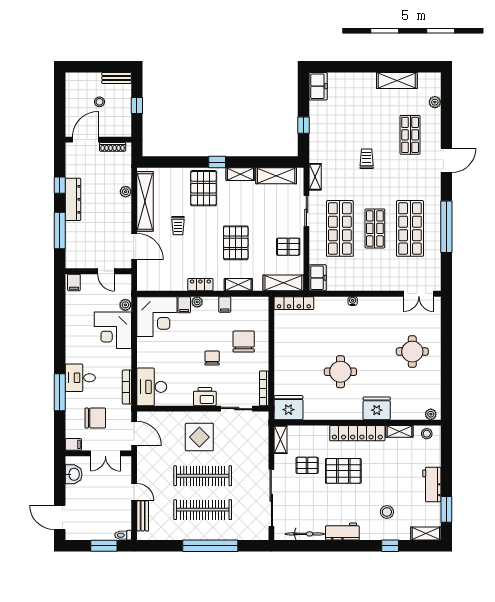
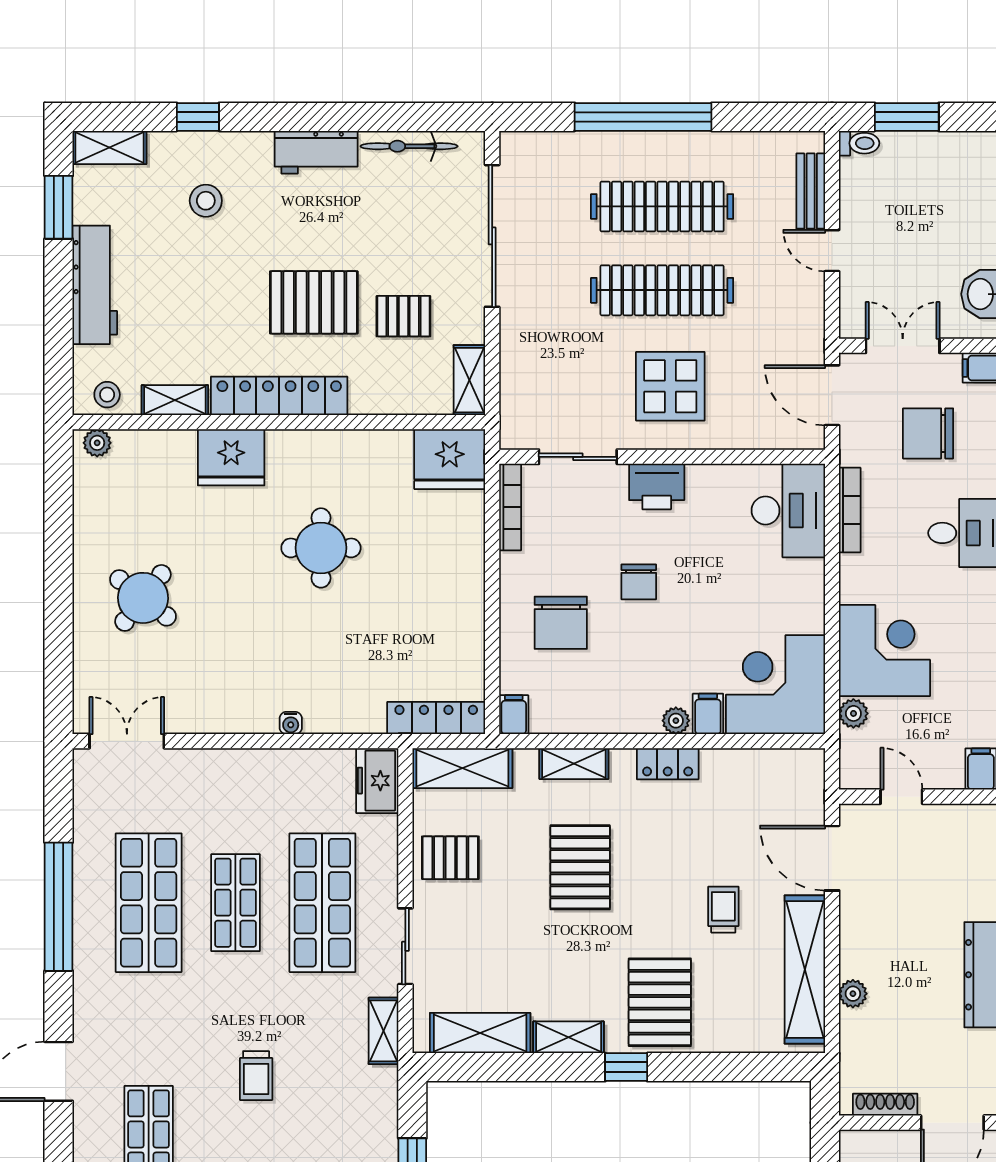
filing cabinet: (225, 304) -> (514, 715), moved
round table: (412, 352) -> (143, 598), turned 38
workbench: (432, 485) -> (95, 285), width x1.38

